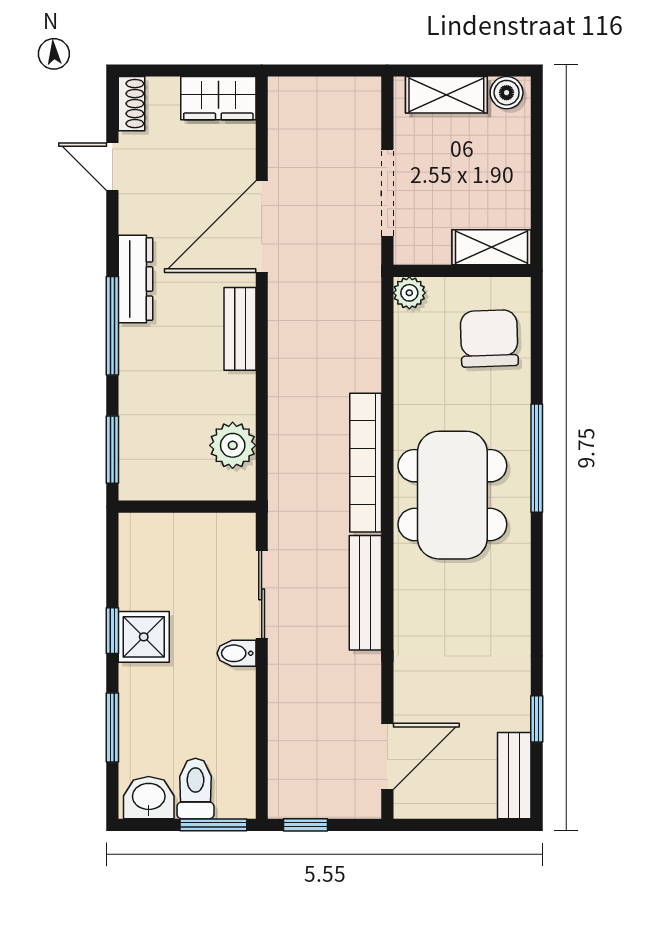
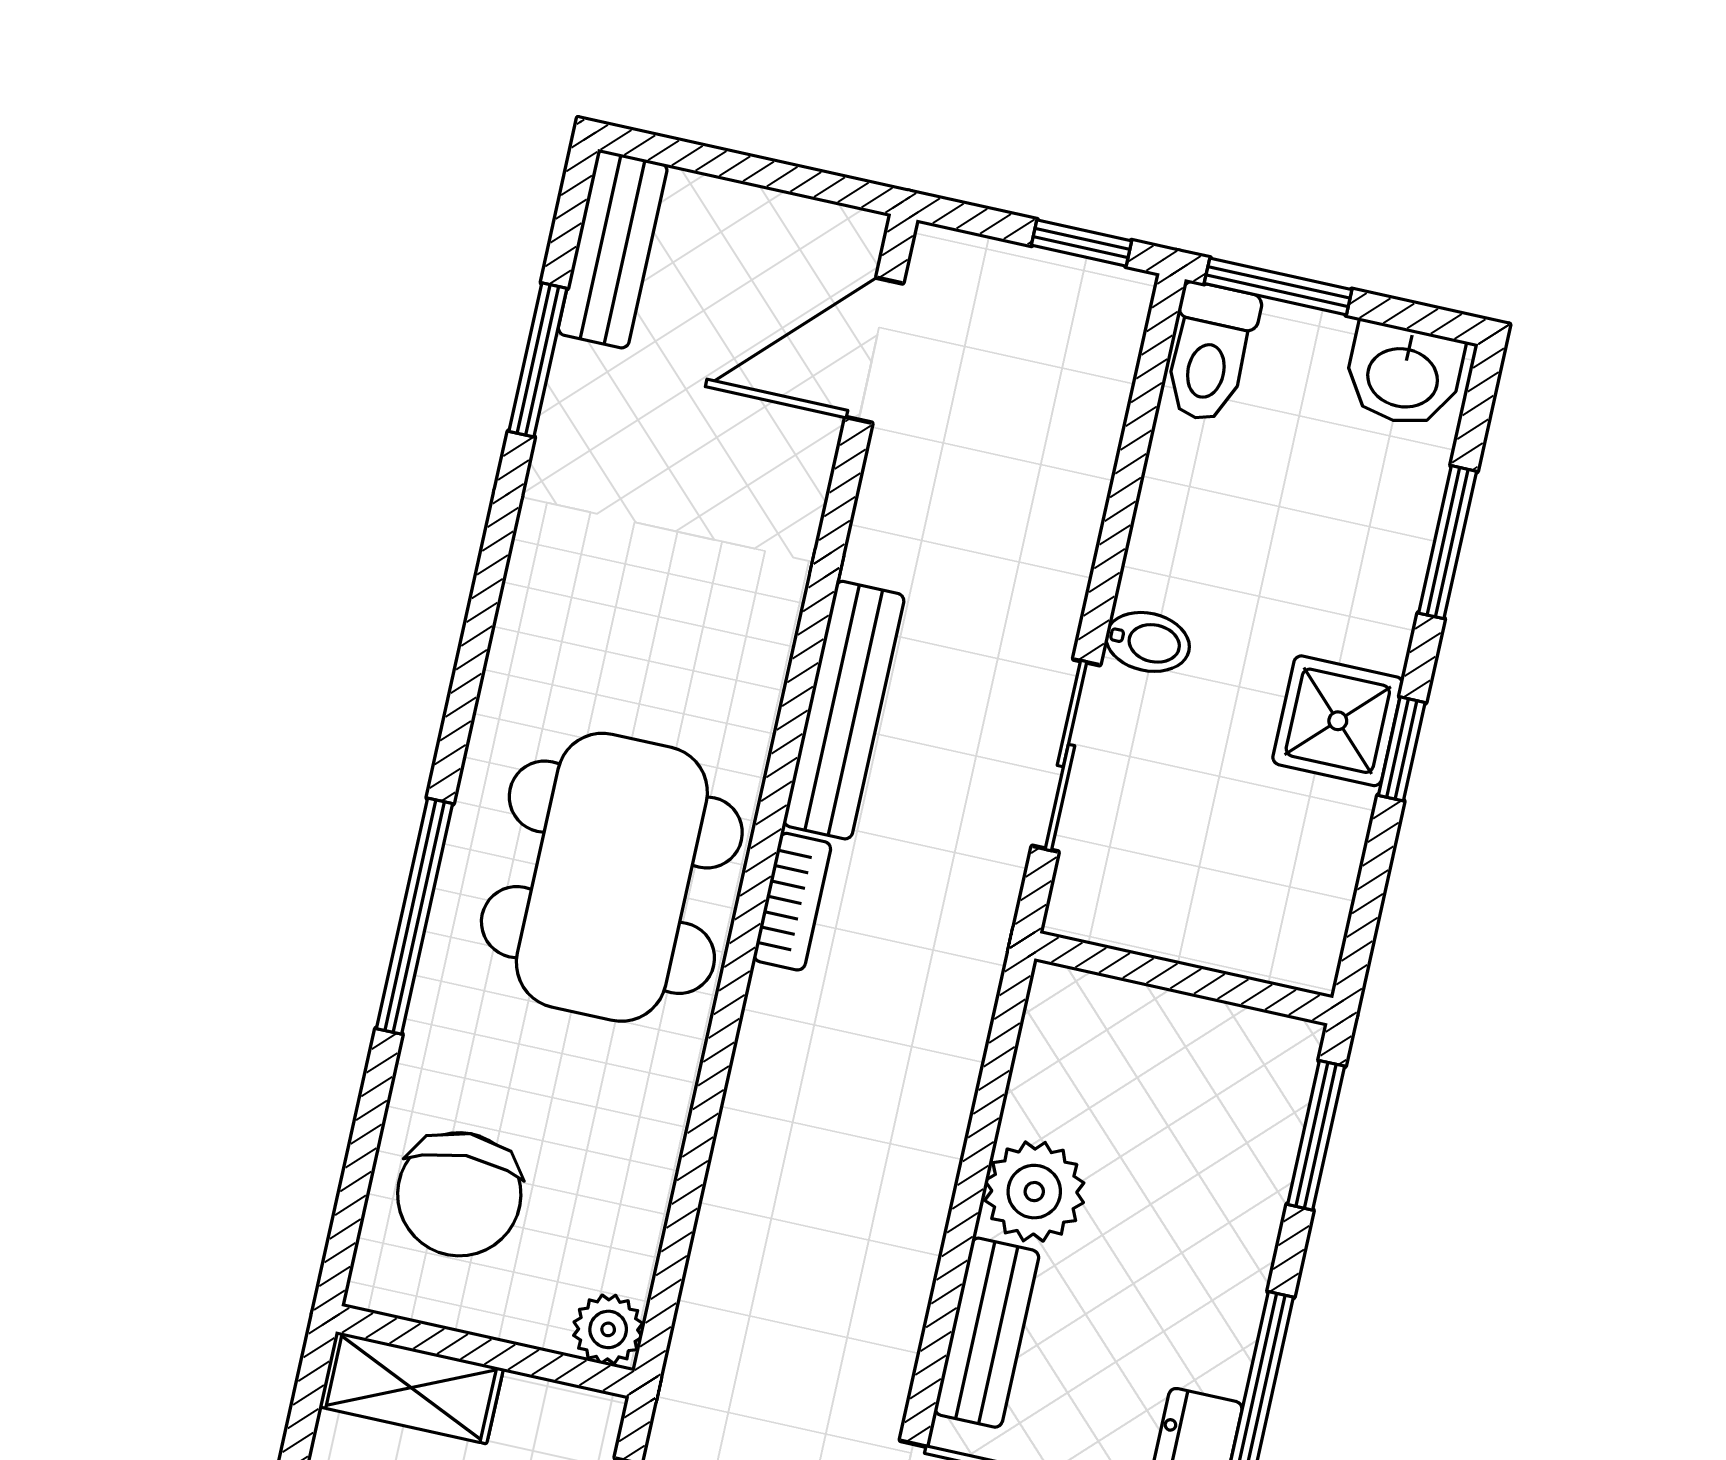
plant: (233, 445) -> (1034, 1192), moved
bookcase: (366, 463) -> (792, 902), width x0.43, depth x0.76
window: (537, 719) -> (538, 360), width x1.50
toilet: (195, 789) -> (1210, 353), moved

